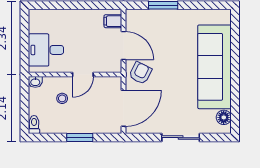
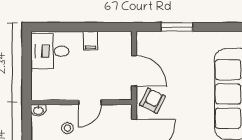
filing cabinet: (113, 21) -> (90, 41), moved, turned -90
desk: (46, 50) -> (50, 51), moved

